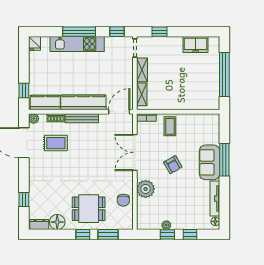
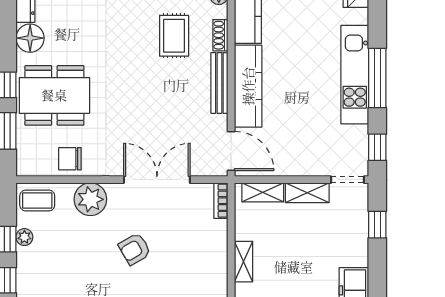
shelving: (180, 105) -> (244, 262), added
coffee table: (170, 126) -> (37, 201), moved
dining table: (89, 209) -> (54, 95), width x1.38

